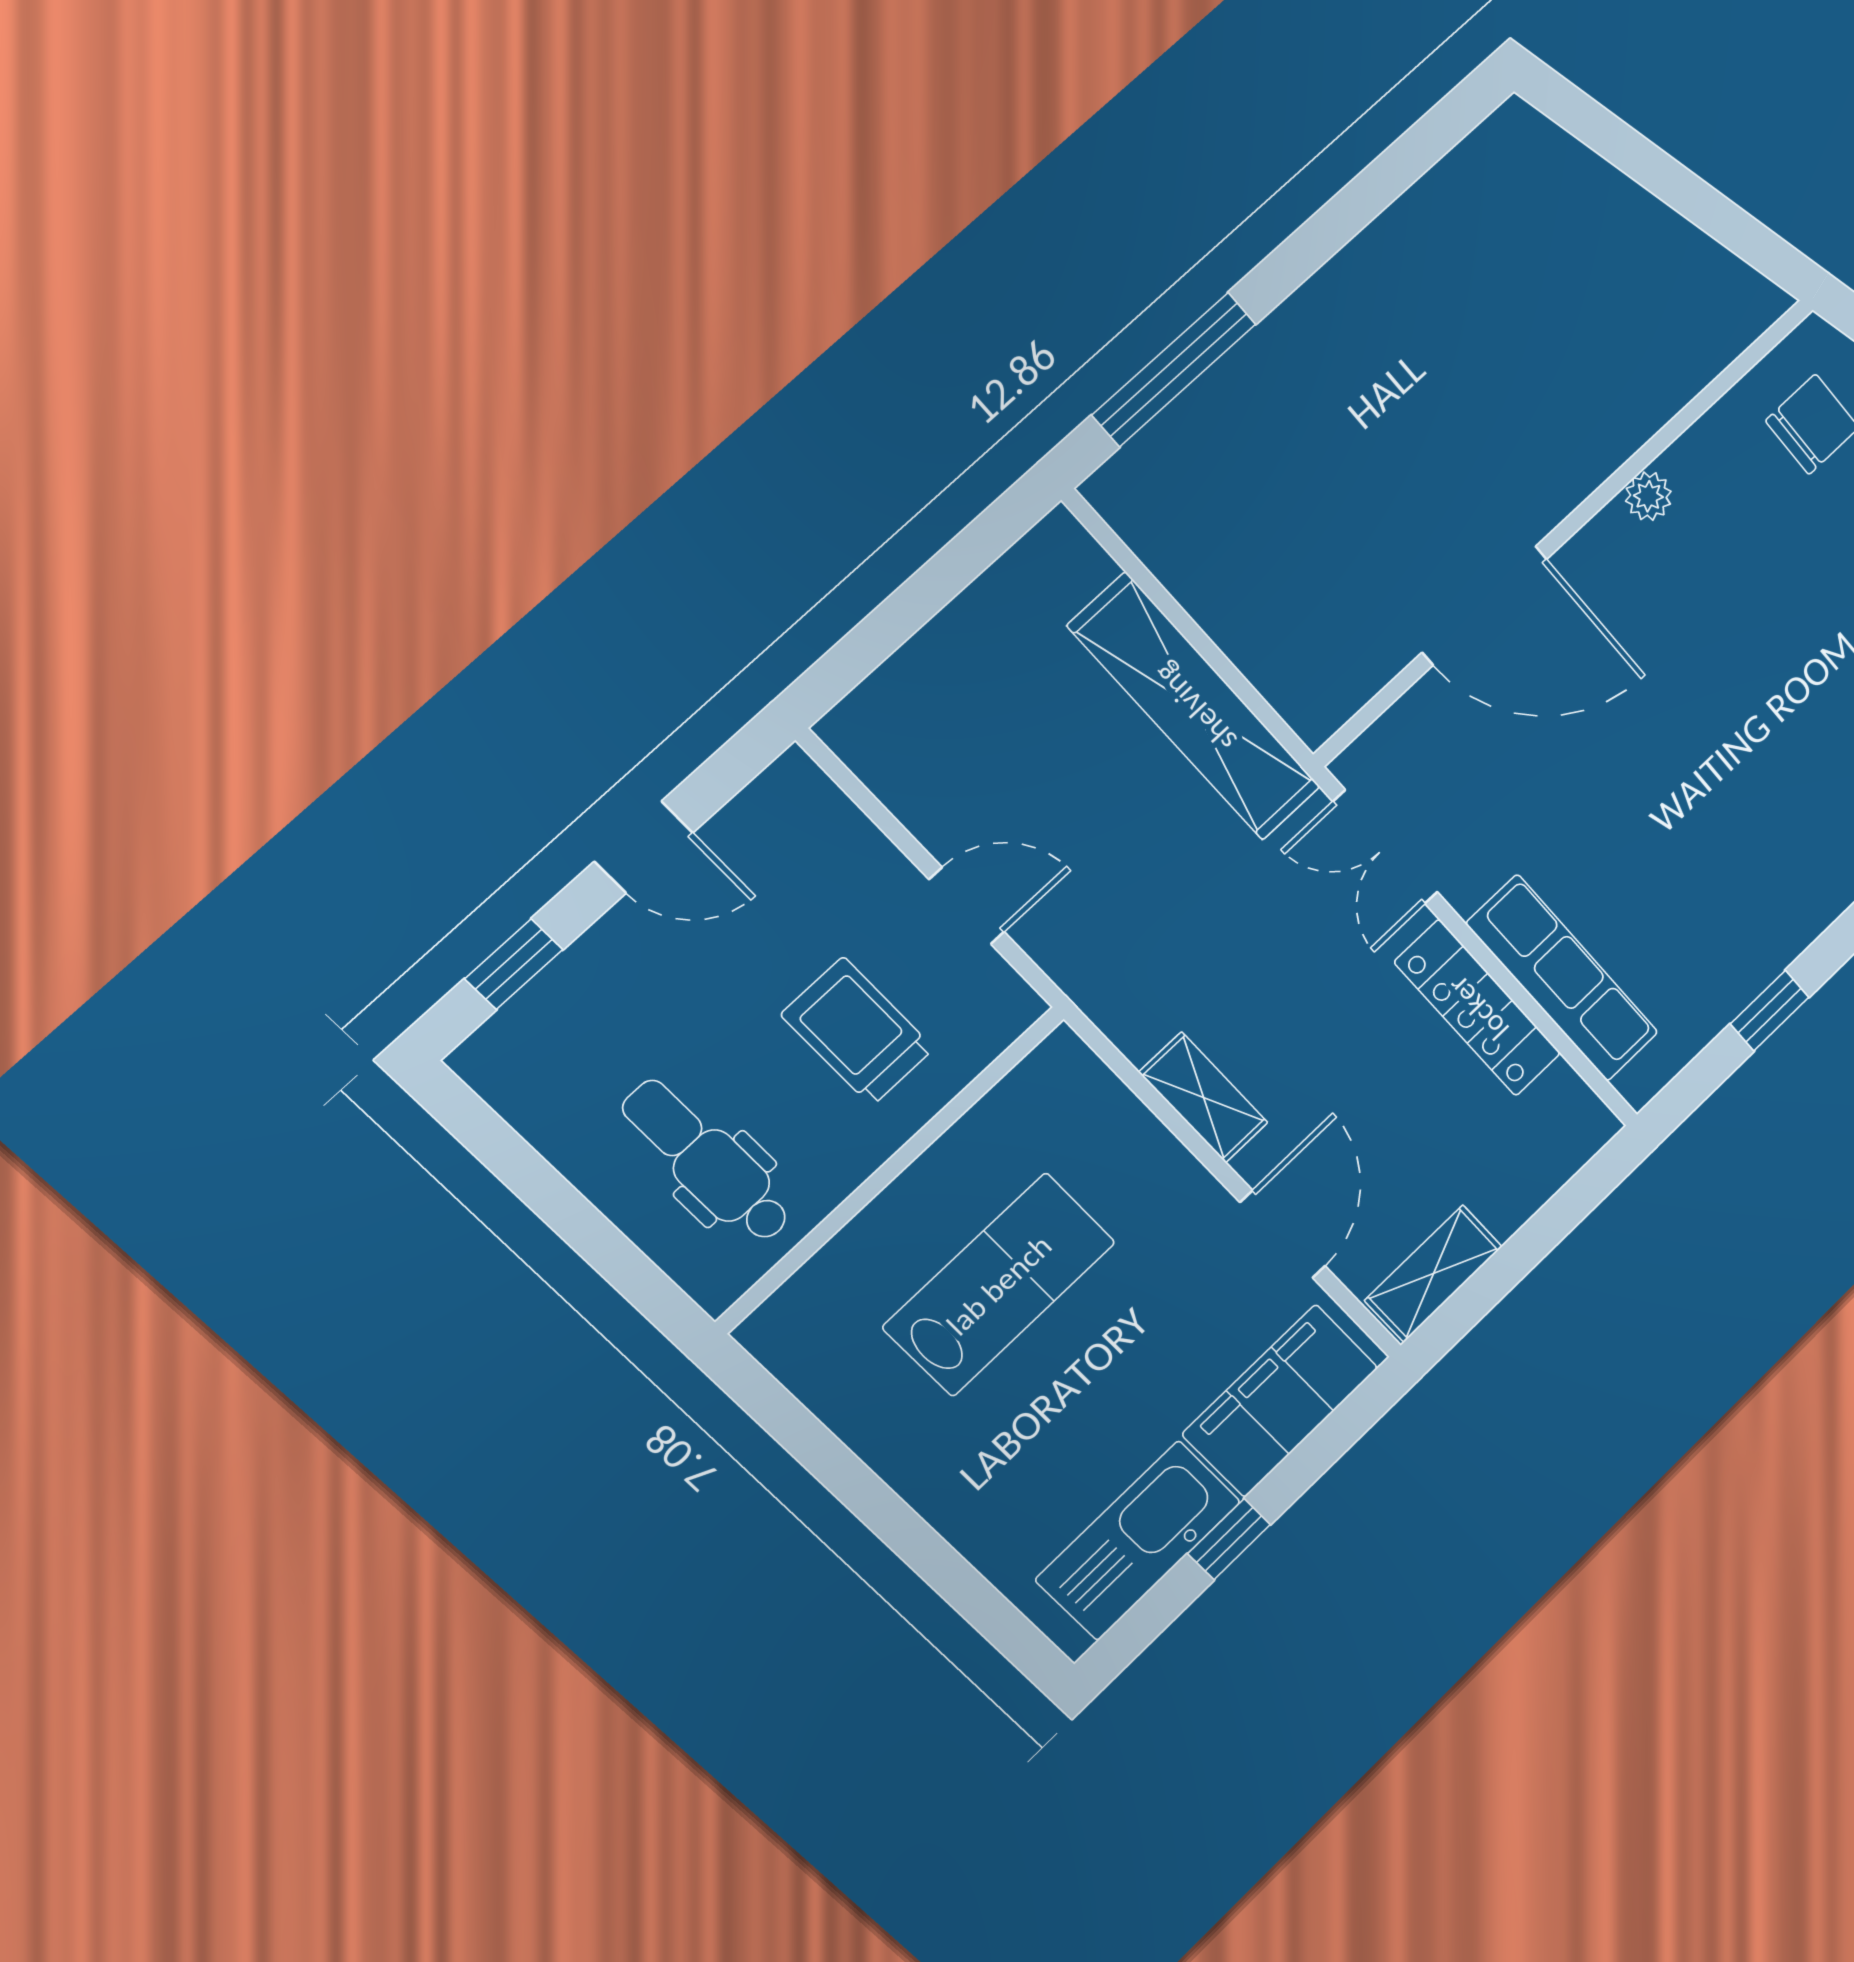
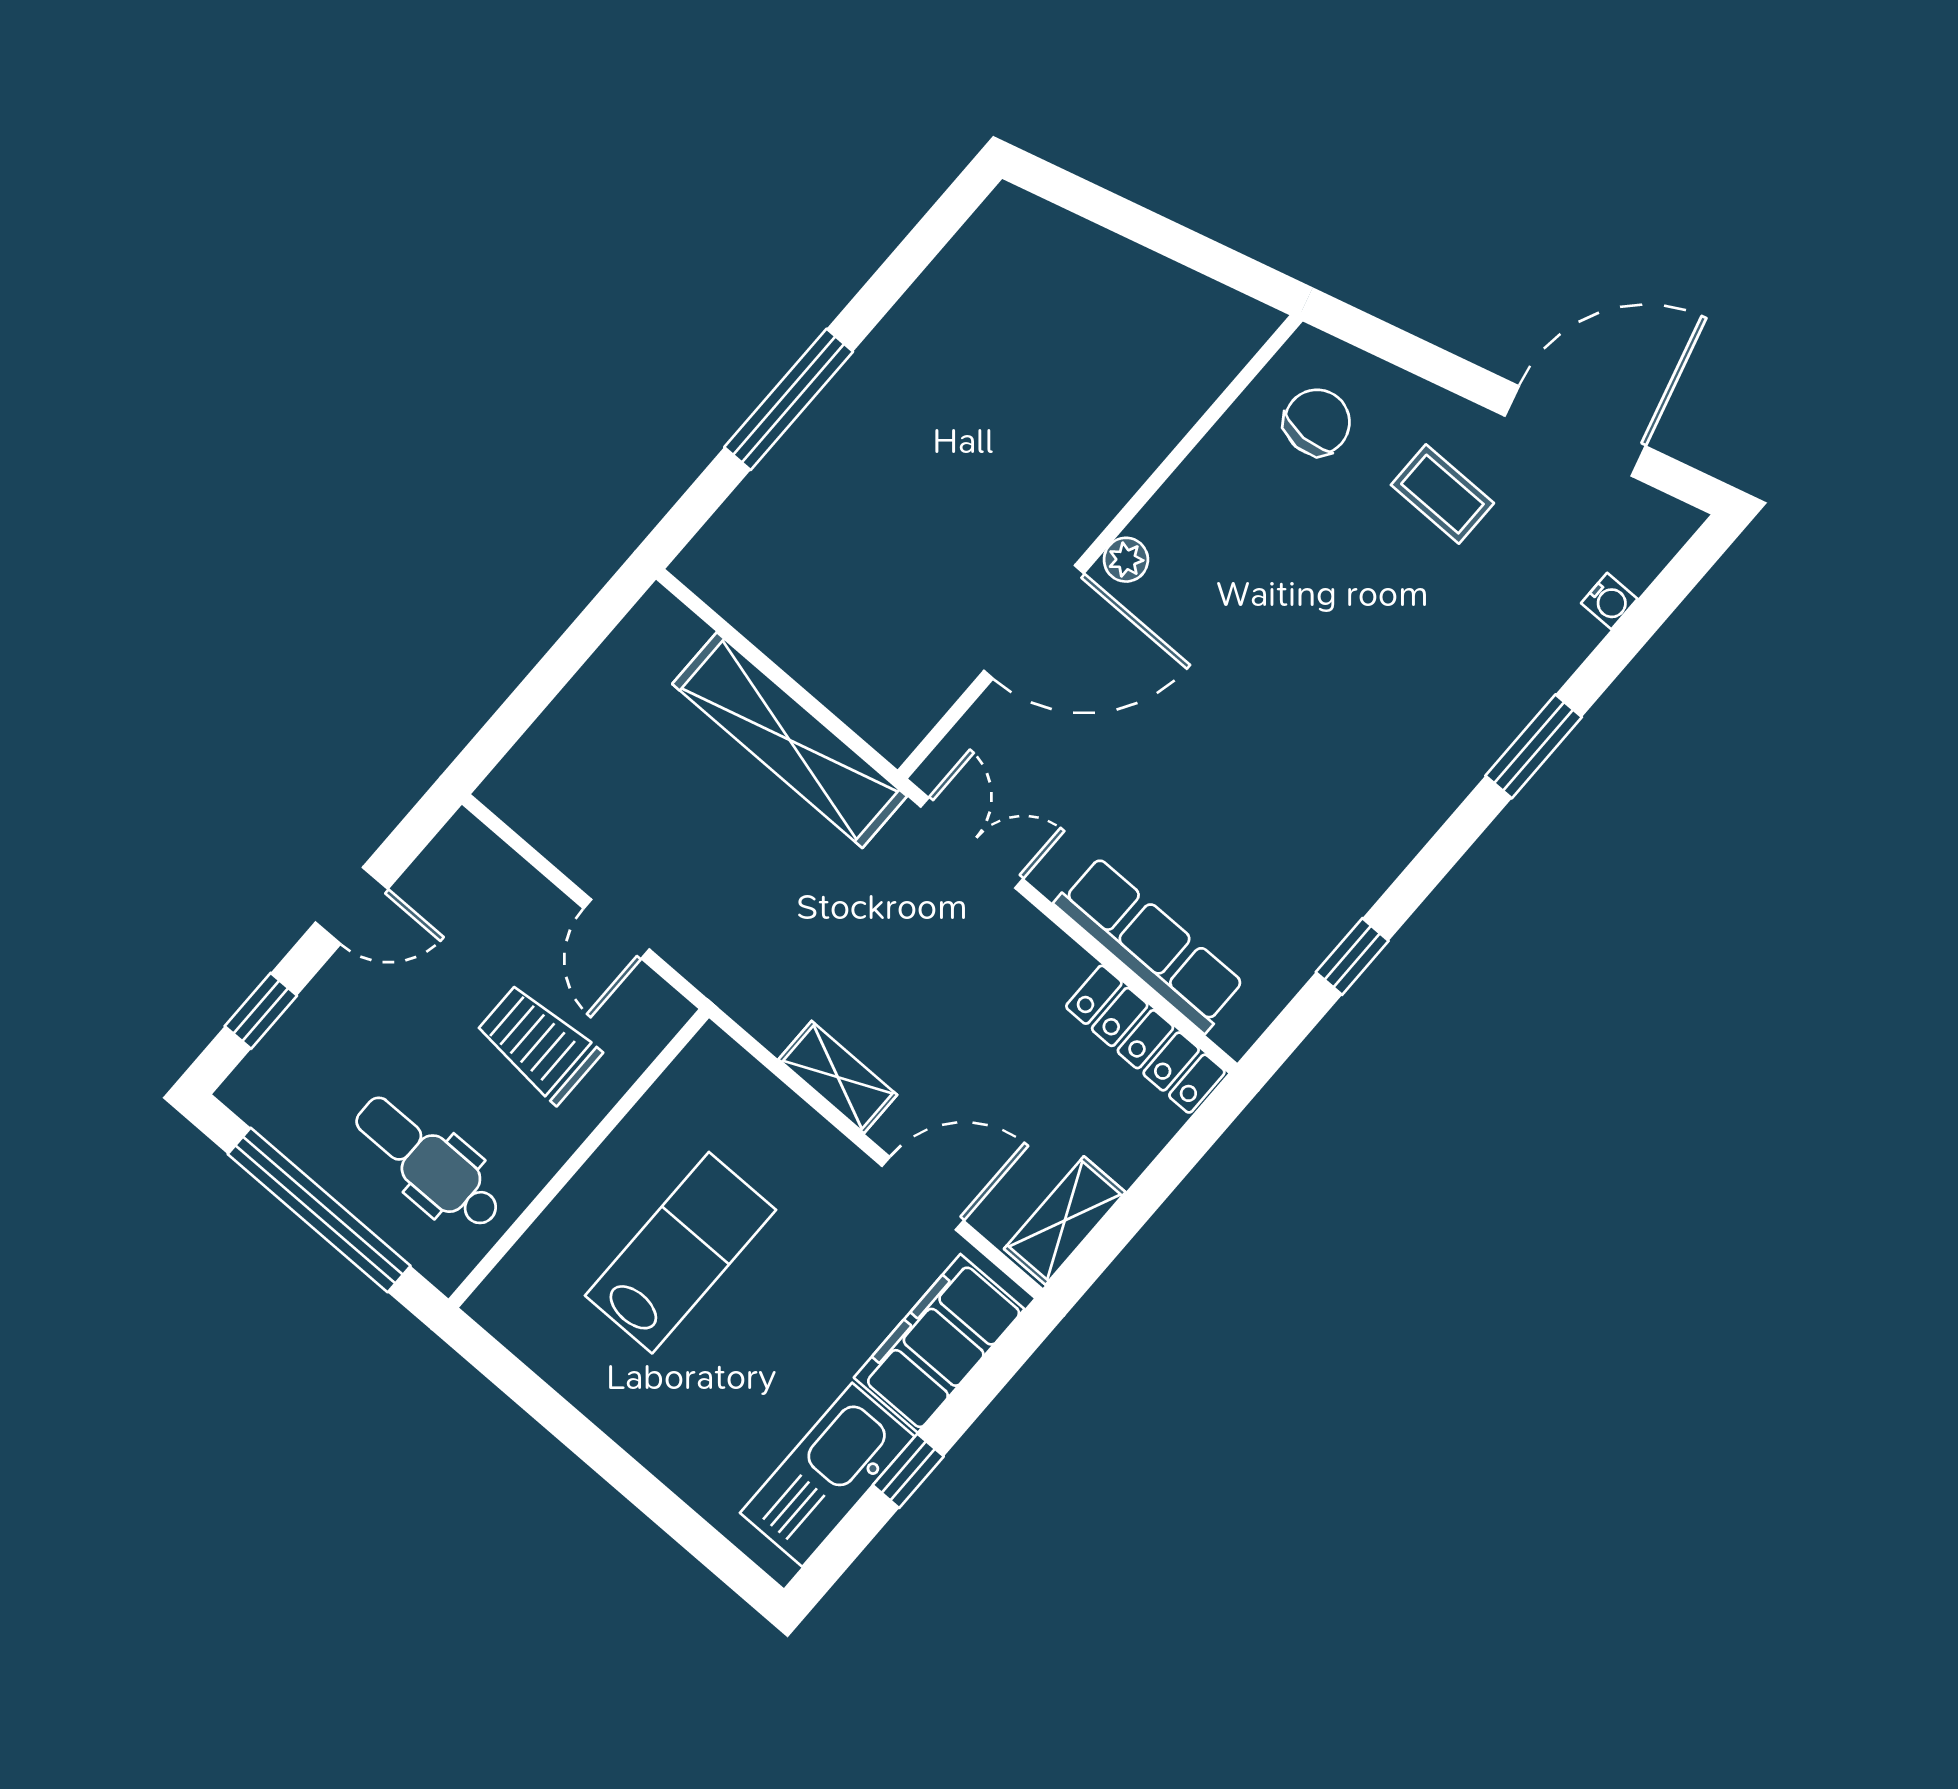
window: (1174, 369) -> (789, 399), moved
plant: (1648, 496) -> (1126, 560), moved
double door: (1385, 847) -> (972, 843), swing flipped
door: (967, 906) -> (616, 929), swing flipped
locker: (1478, 1008) -> (1145, 1039), moved
window: (564, 1209) -> (319, 1210), added
door: (1283, 1234) -> (923, 1193), hinge flipped

